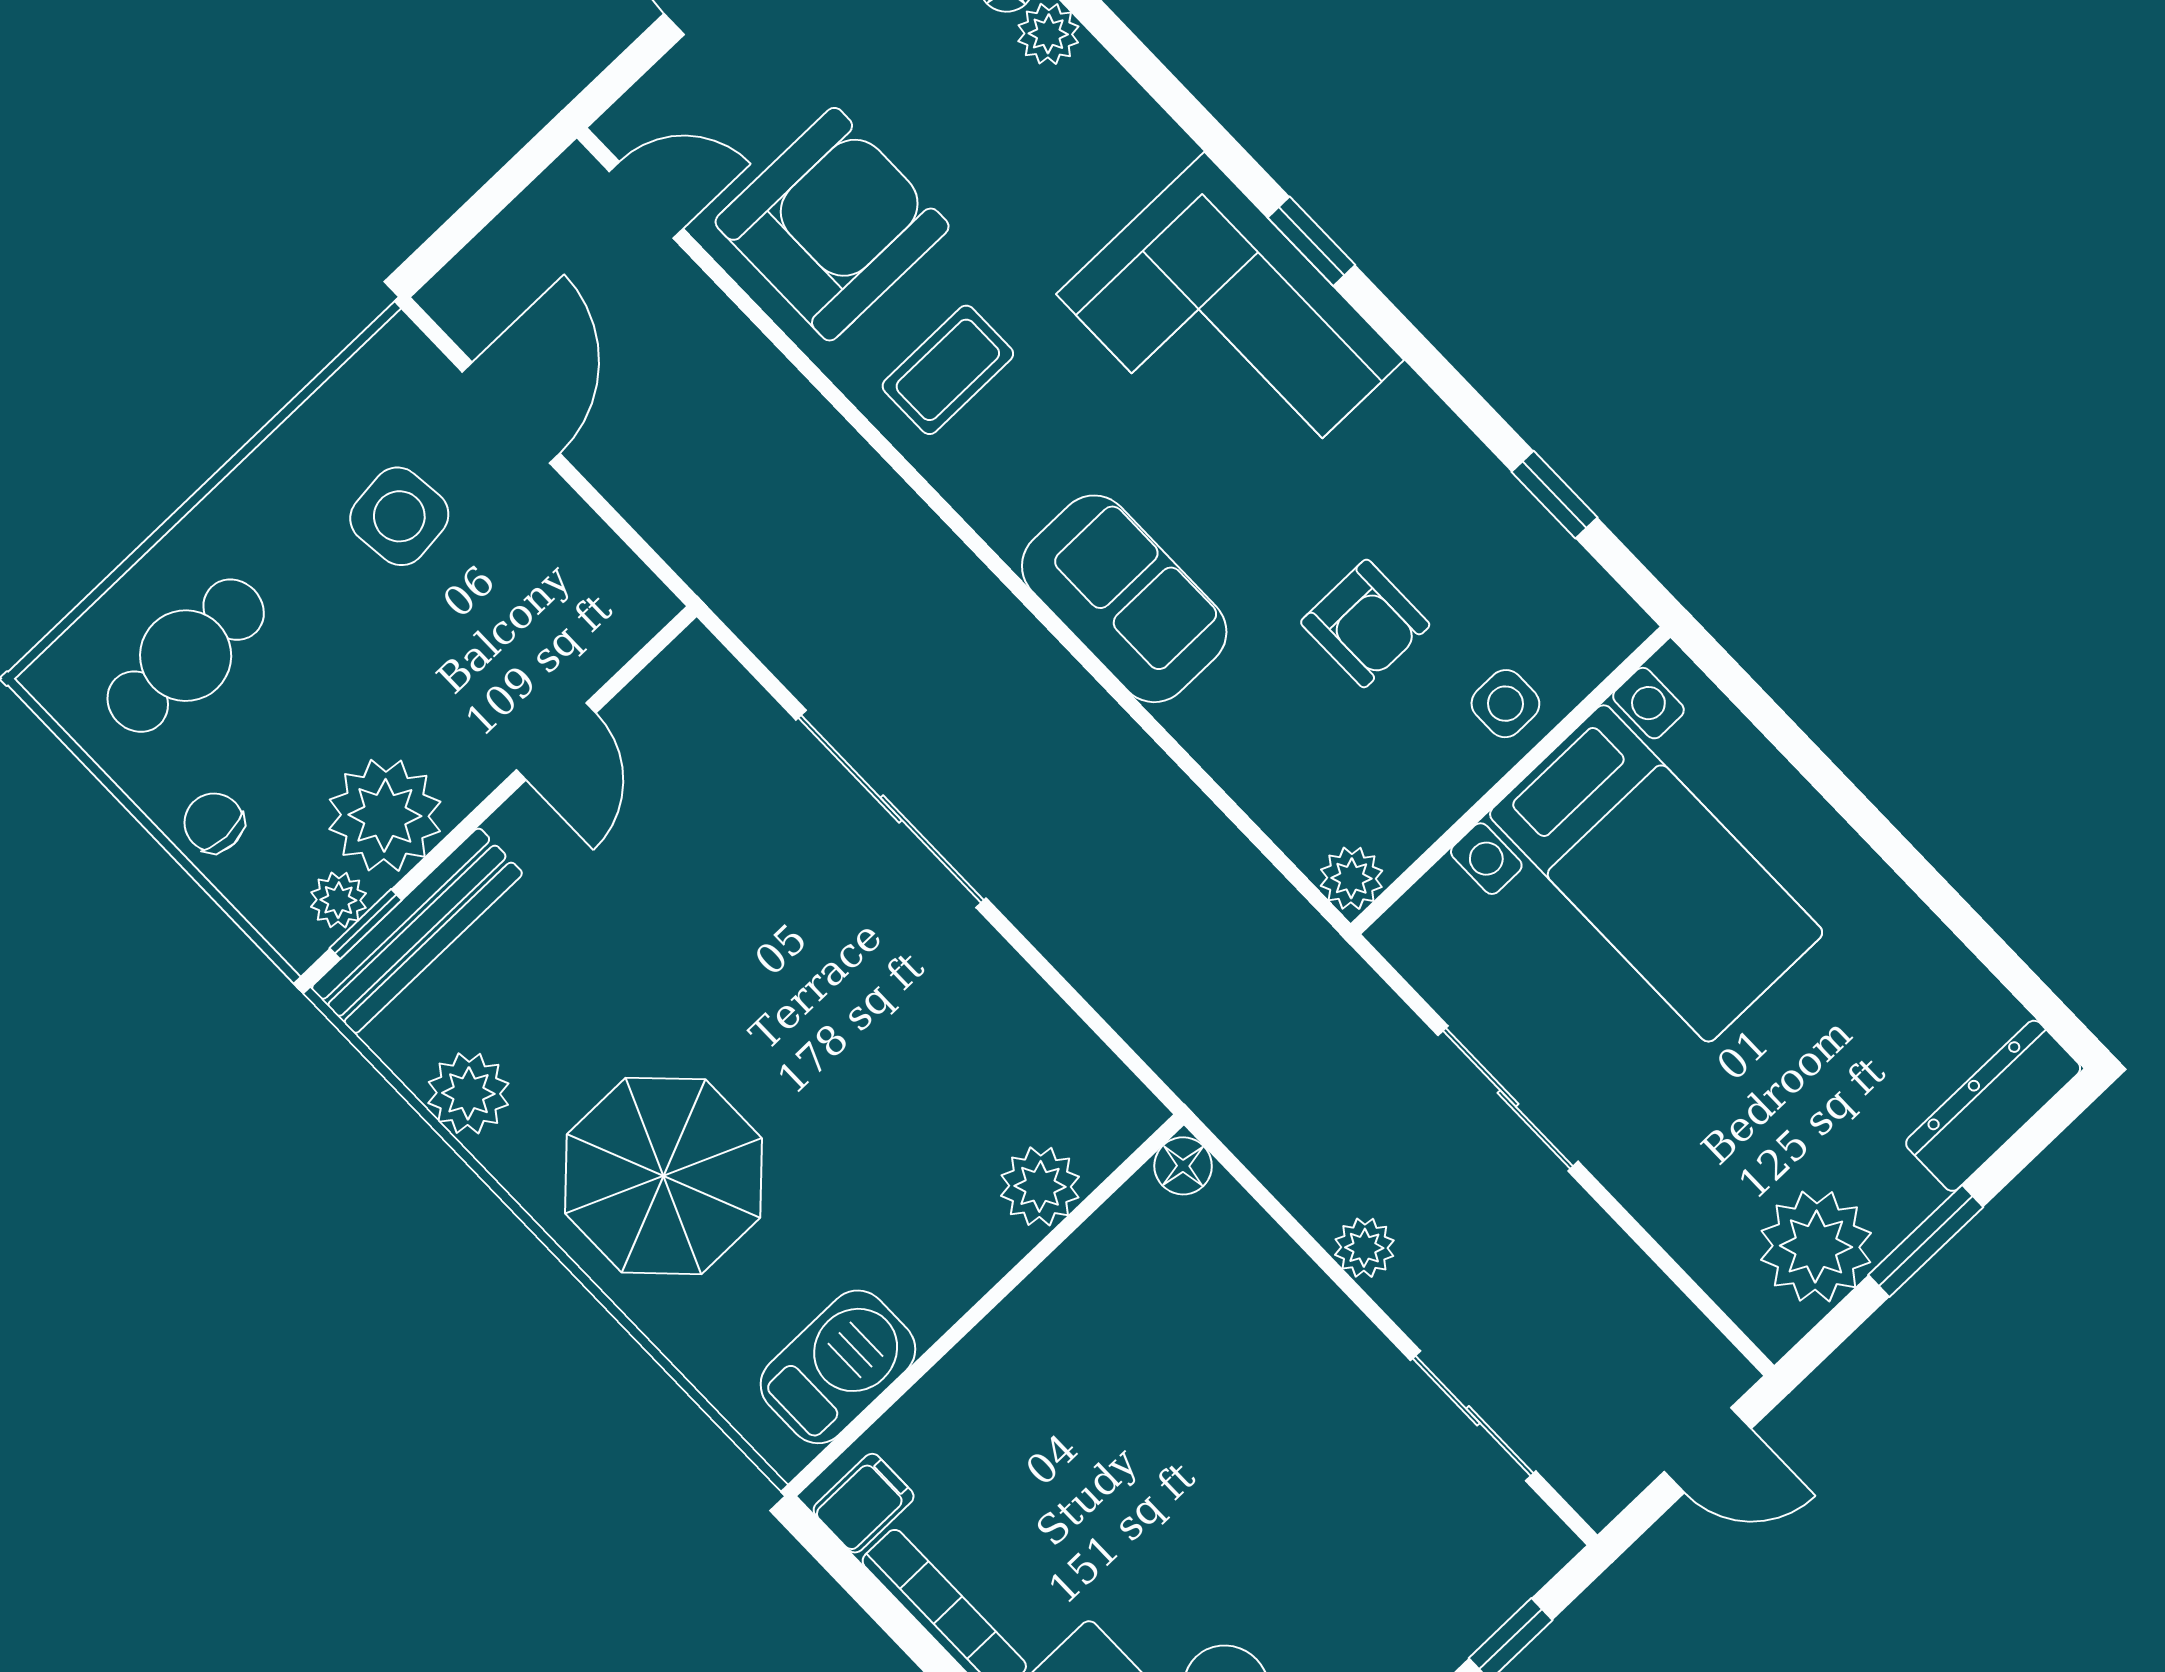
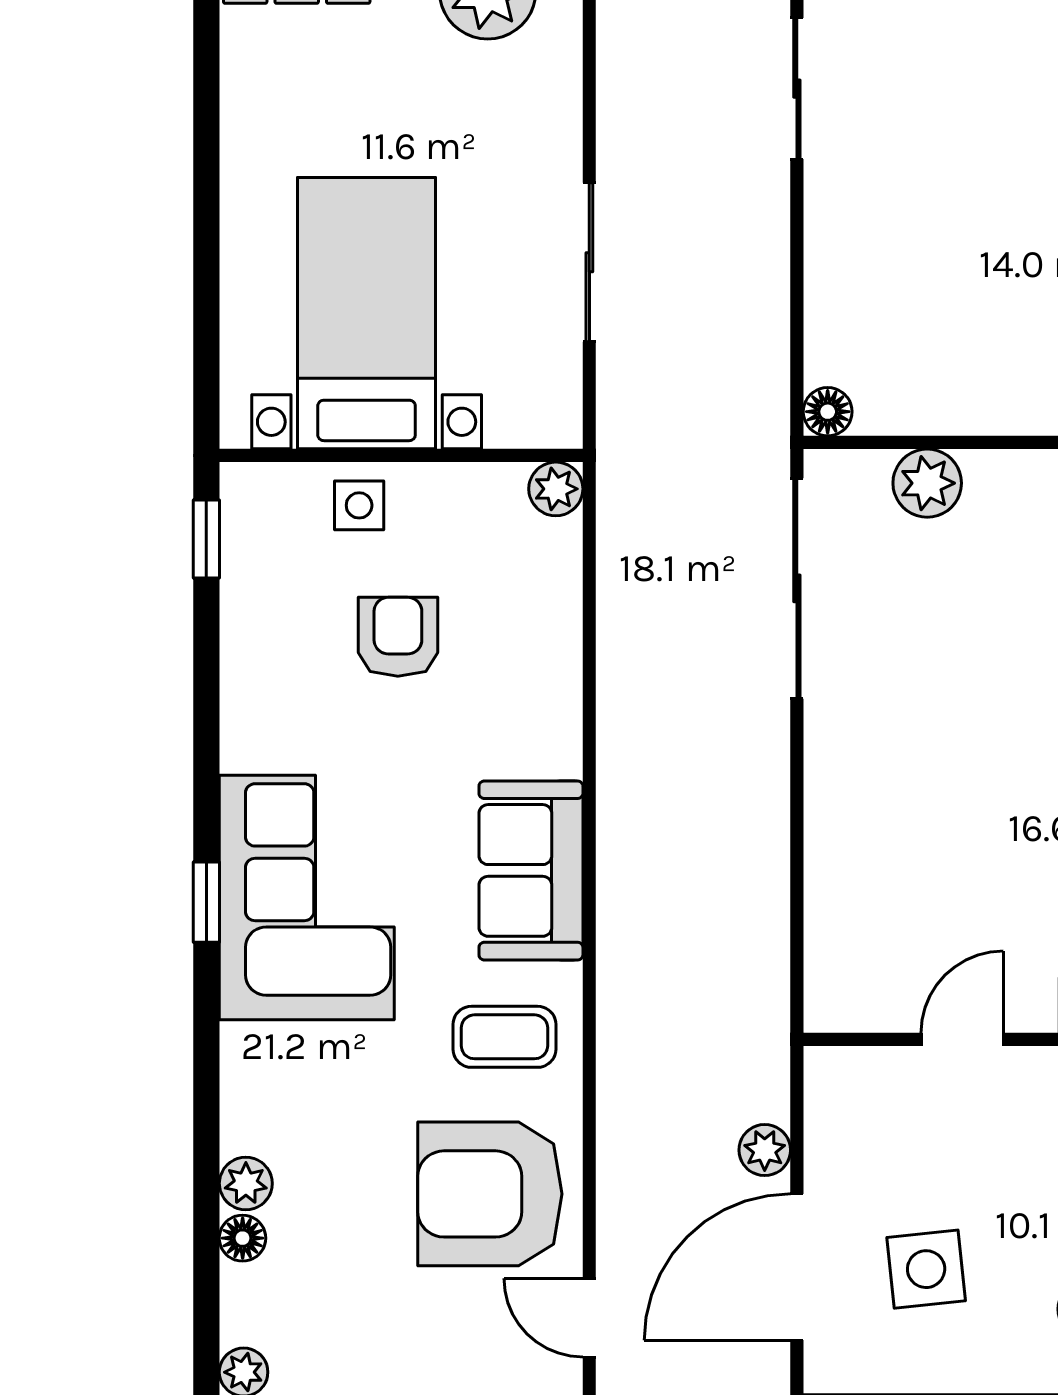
door: (511, 413) -> (797, 1267), width x1.36
window: (1554, 495) -> (206, 539), moved
sofa: (1124, 599) -> (531, 870), moved
sliding door: (891, 809) -> (797, 588), moved
plant: (1364, 1248) -> (765, 1150), moved

